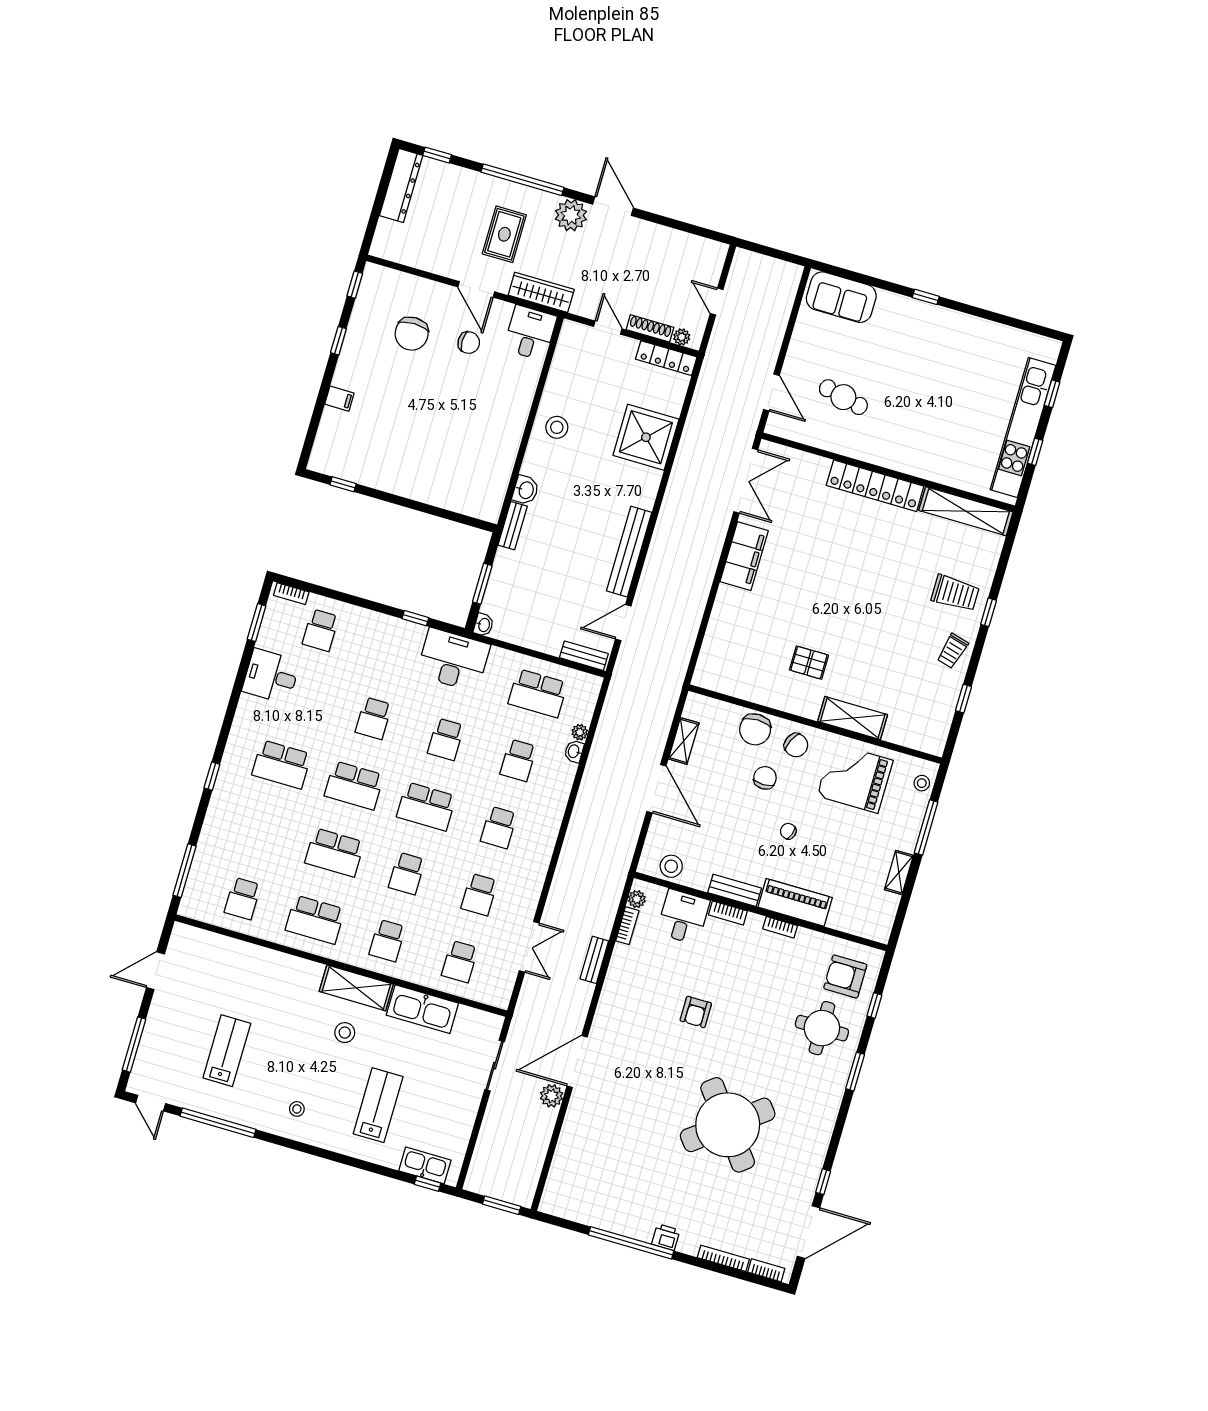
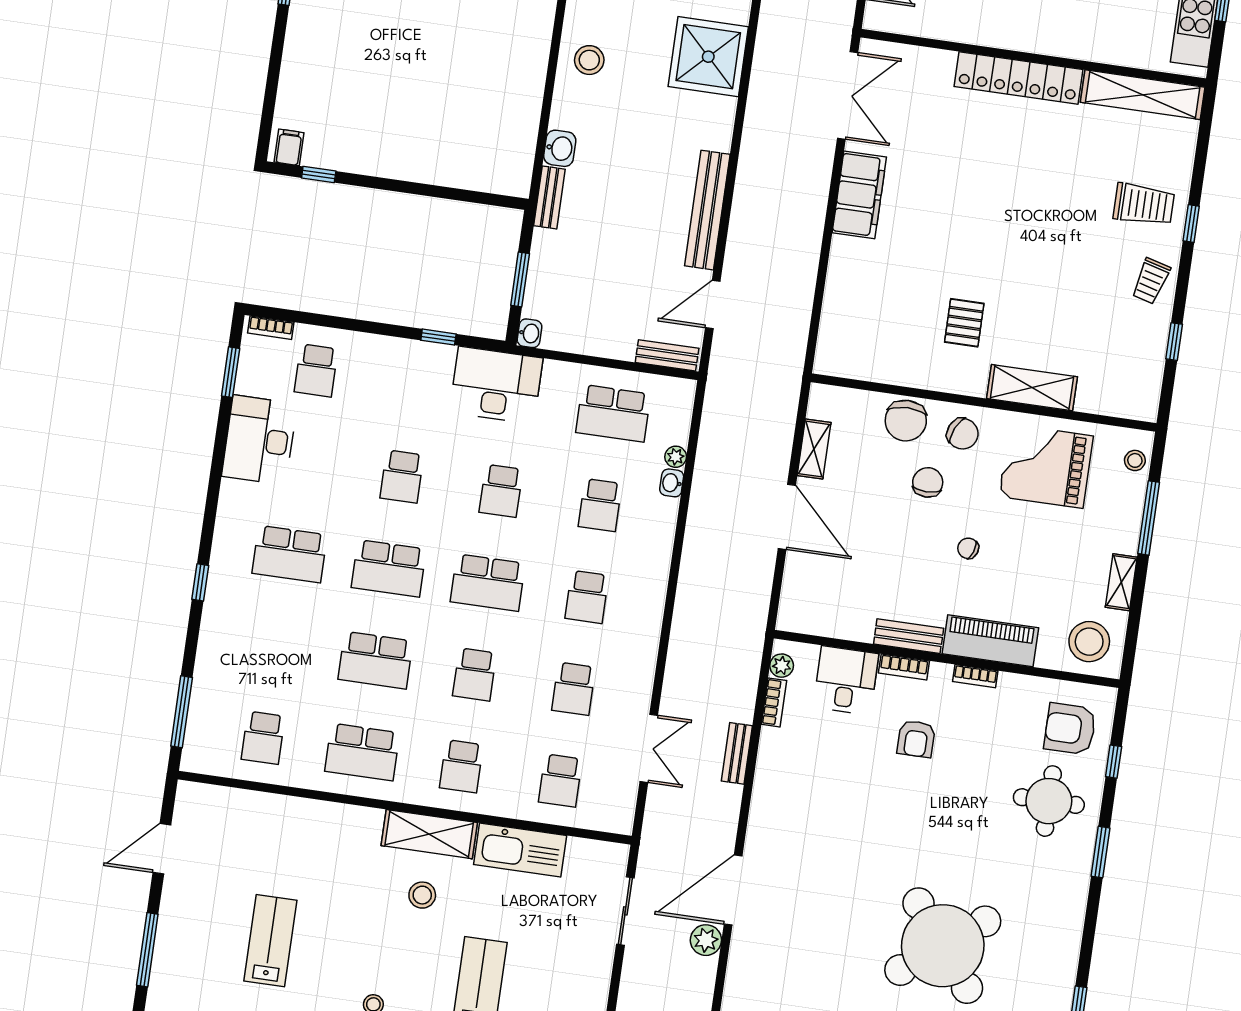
filing cabinet: (339, 399) -> (289, 147), moved, turned -90
pallet: (809, 663) -> (964, 323), turned 90
desk: (271, 676) -> (259, 440), width x1.37
stool: (671, 866) -> (1089, 642), moved, width x1.38, depth x1.38
armchair: (696, 1012) -> (916, 739), moved

